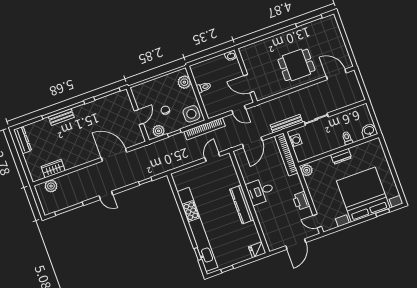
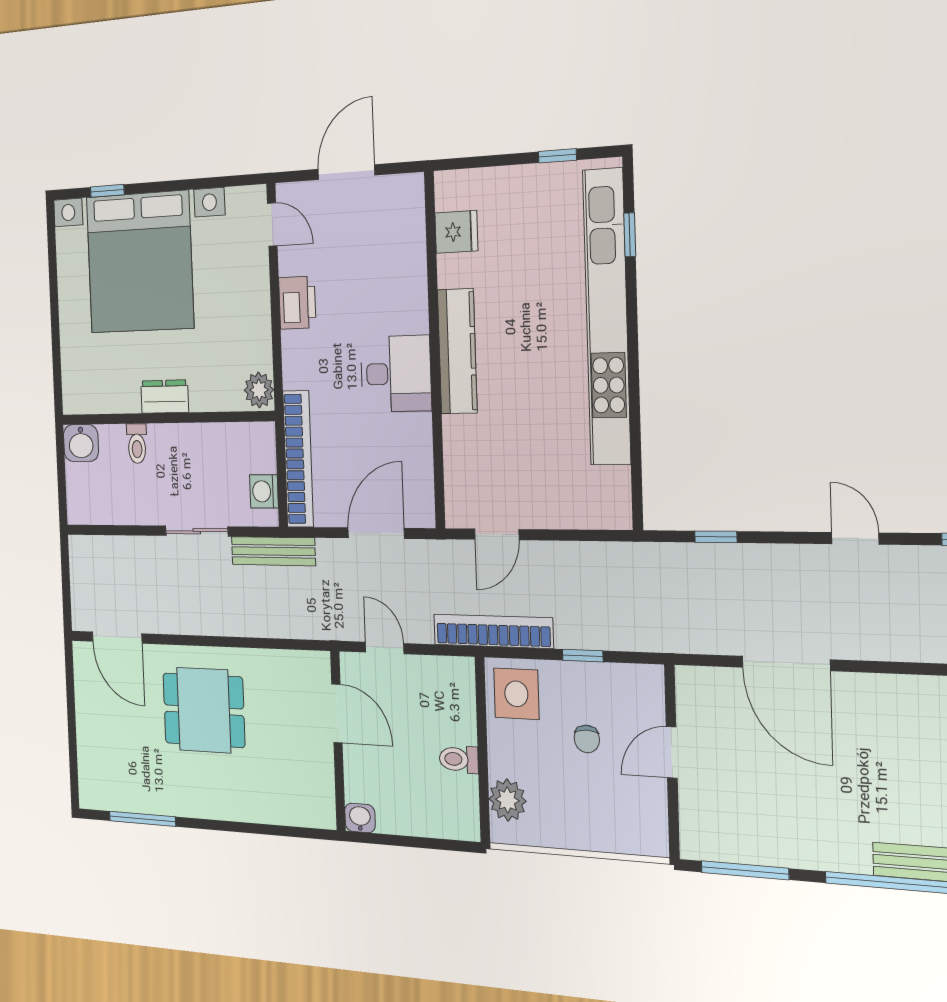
plant: (159, 131) -> (626, 683), removed
fridge: (257, 250) -> (456, 232), moved

